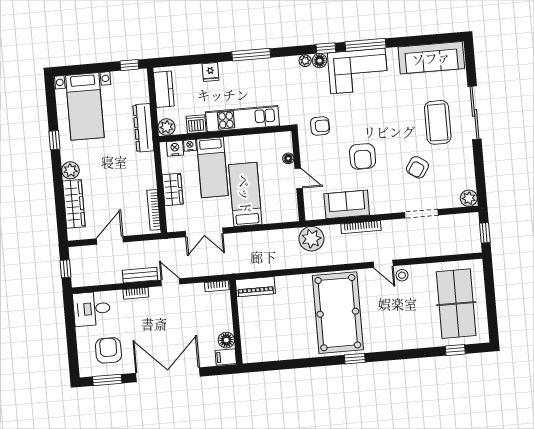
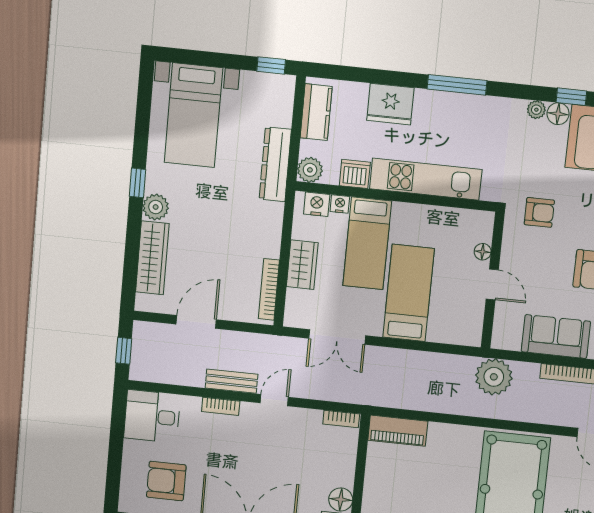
fridge: (210, 72) -> (390, 104), width x1.88, depth x1.34
window: (54, 140) -> (137, 183), moved
door: (170, 282) -> (274, 400), hinge flipped
armchair: (108, 350) -> (166, 481), turned -90

